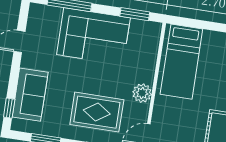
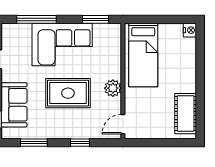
rug: (97, 112) -> (68, 93), moved

